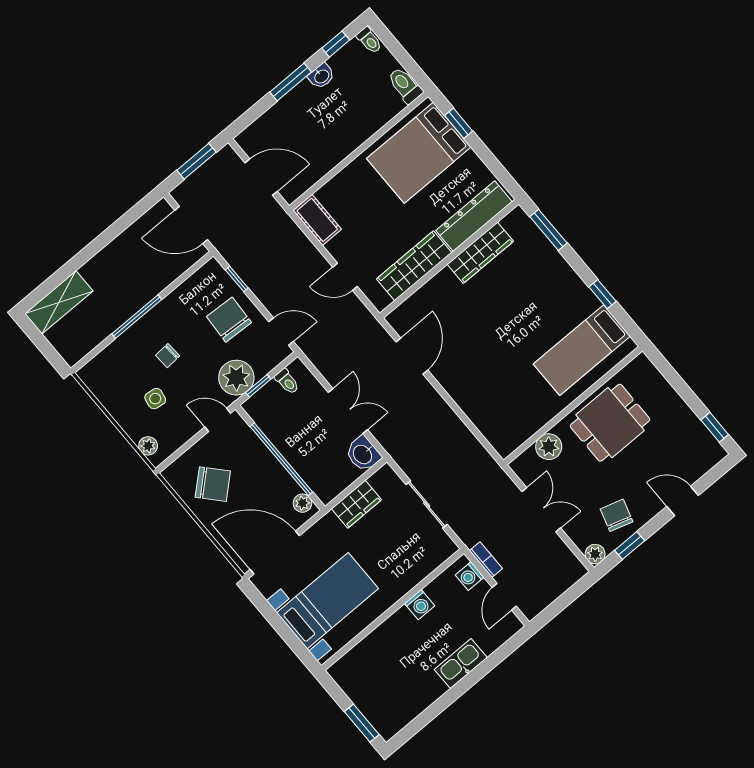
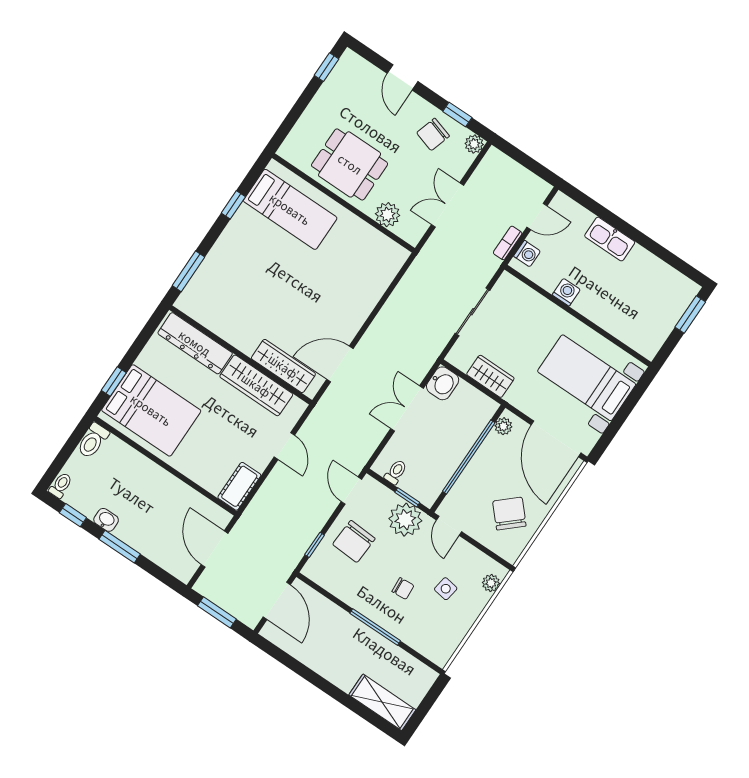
wardrobe: (480, 253) -> (283, 366), moved

